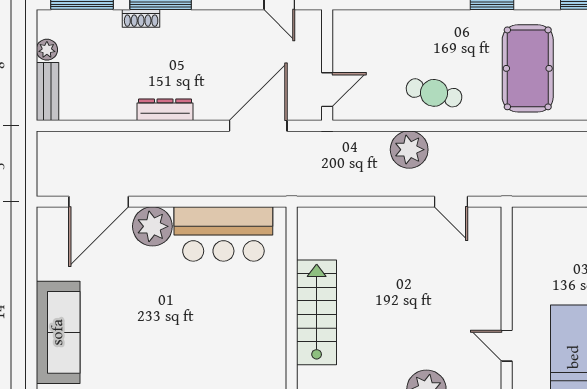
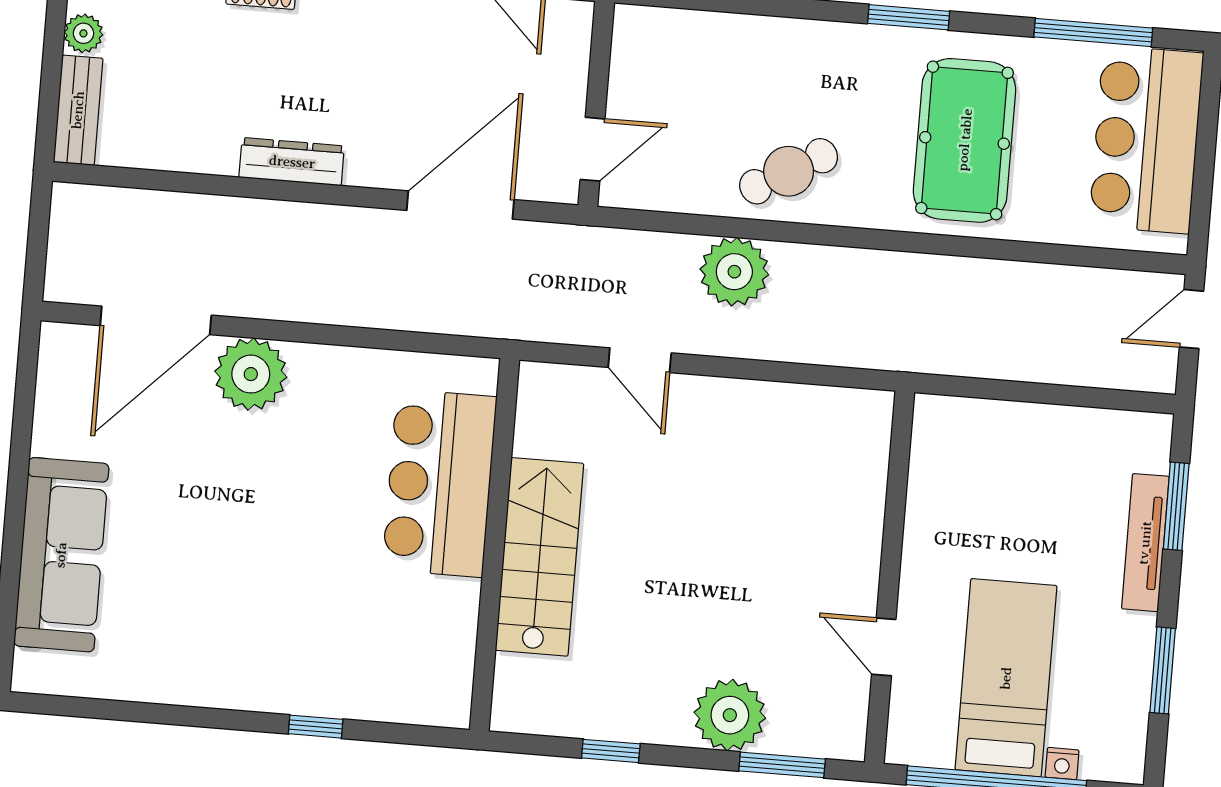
cafe table: (434, 93) -> (789, 171), turned -44
door: (451, 202) -> (640, 360), moved
bar counter: (223, 234) -> (440, 483), moved, turned 90

